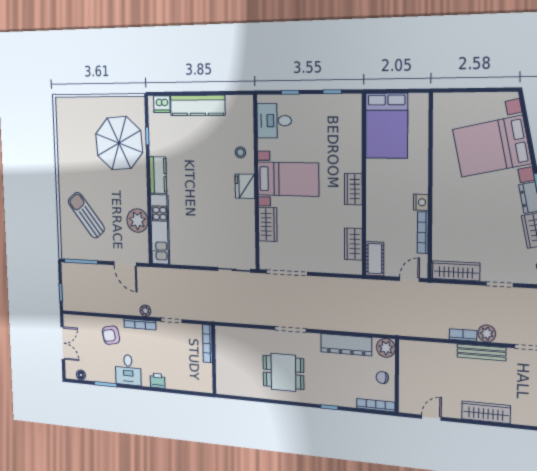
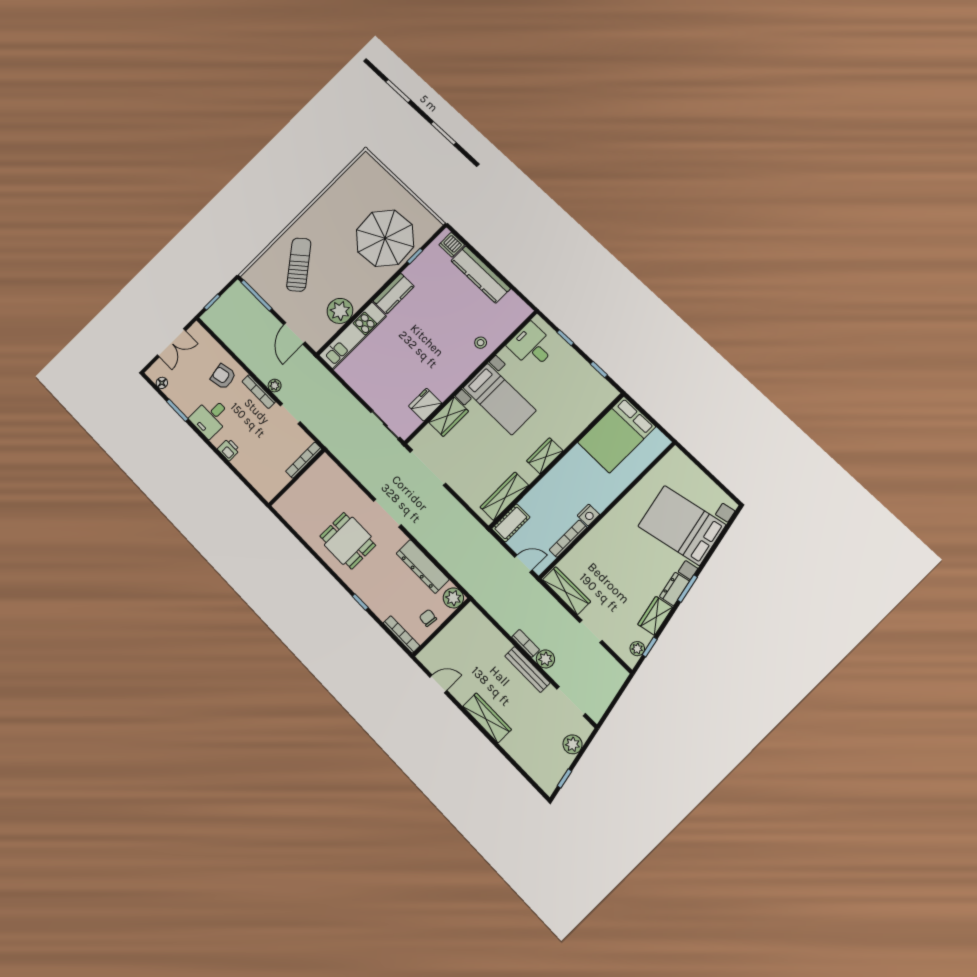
fridge: (245, 186) -> (425, 405), moved
wardrobe: (353, 244) -> (504, 496), width x1.50

